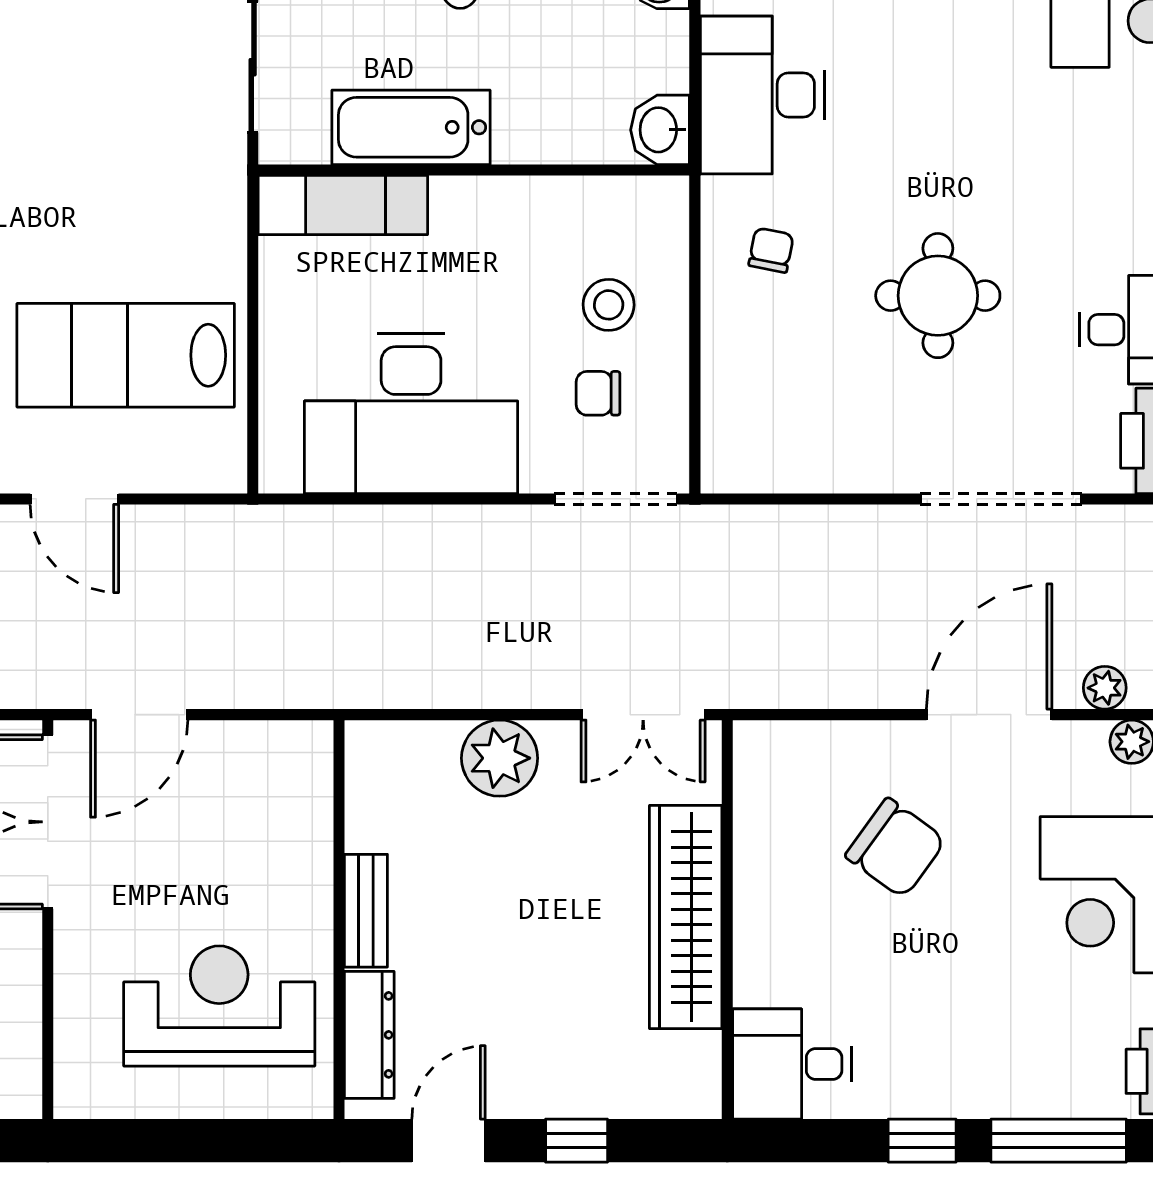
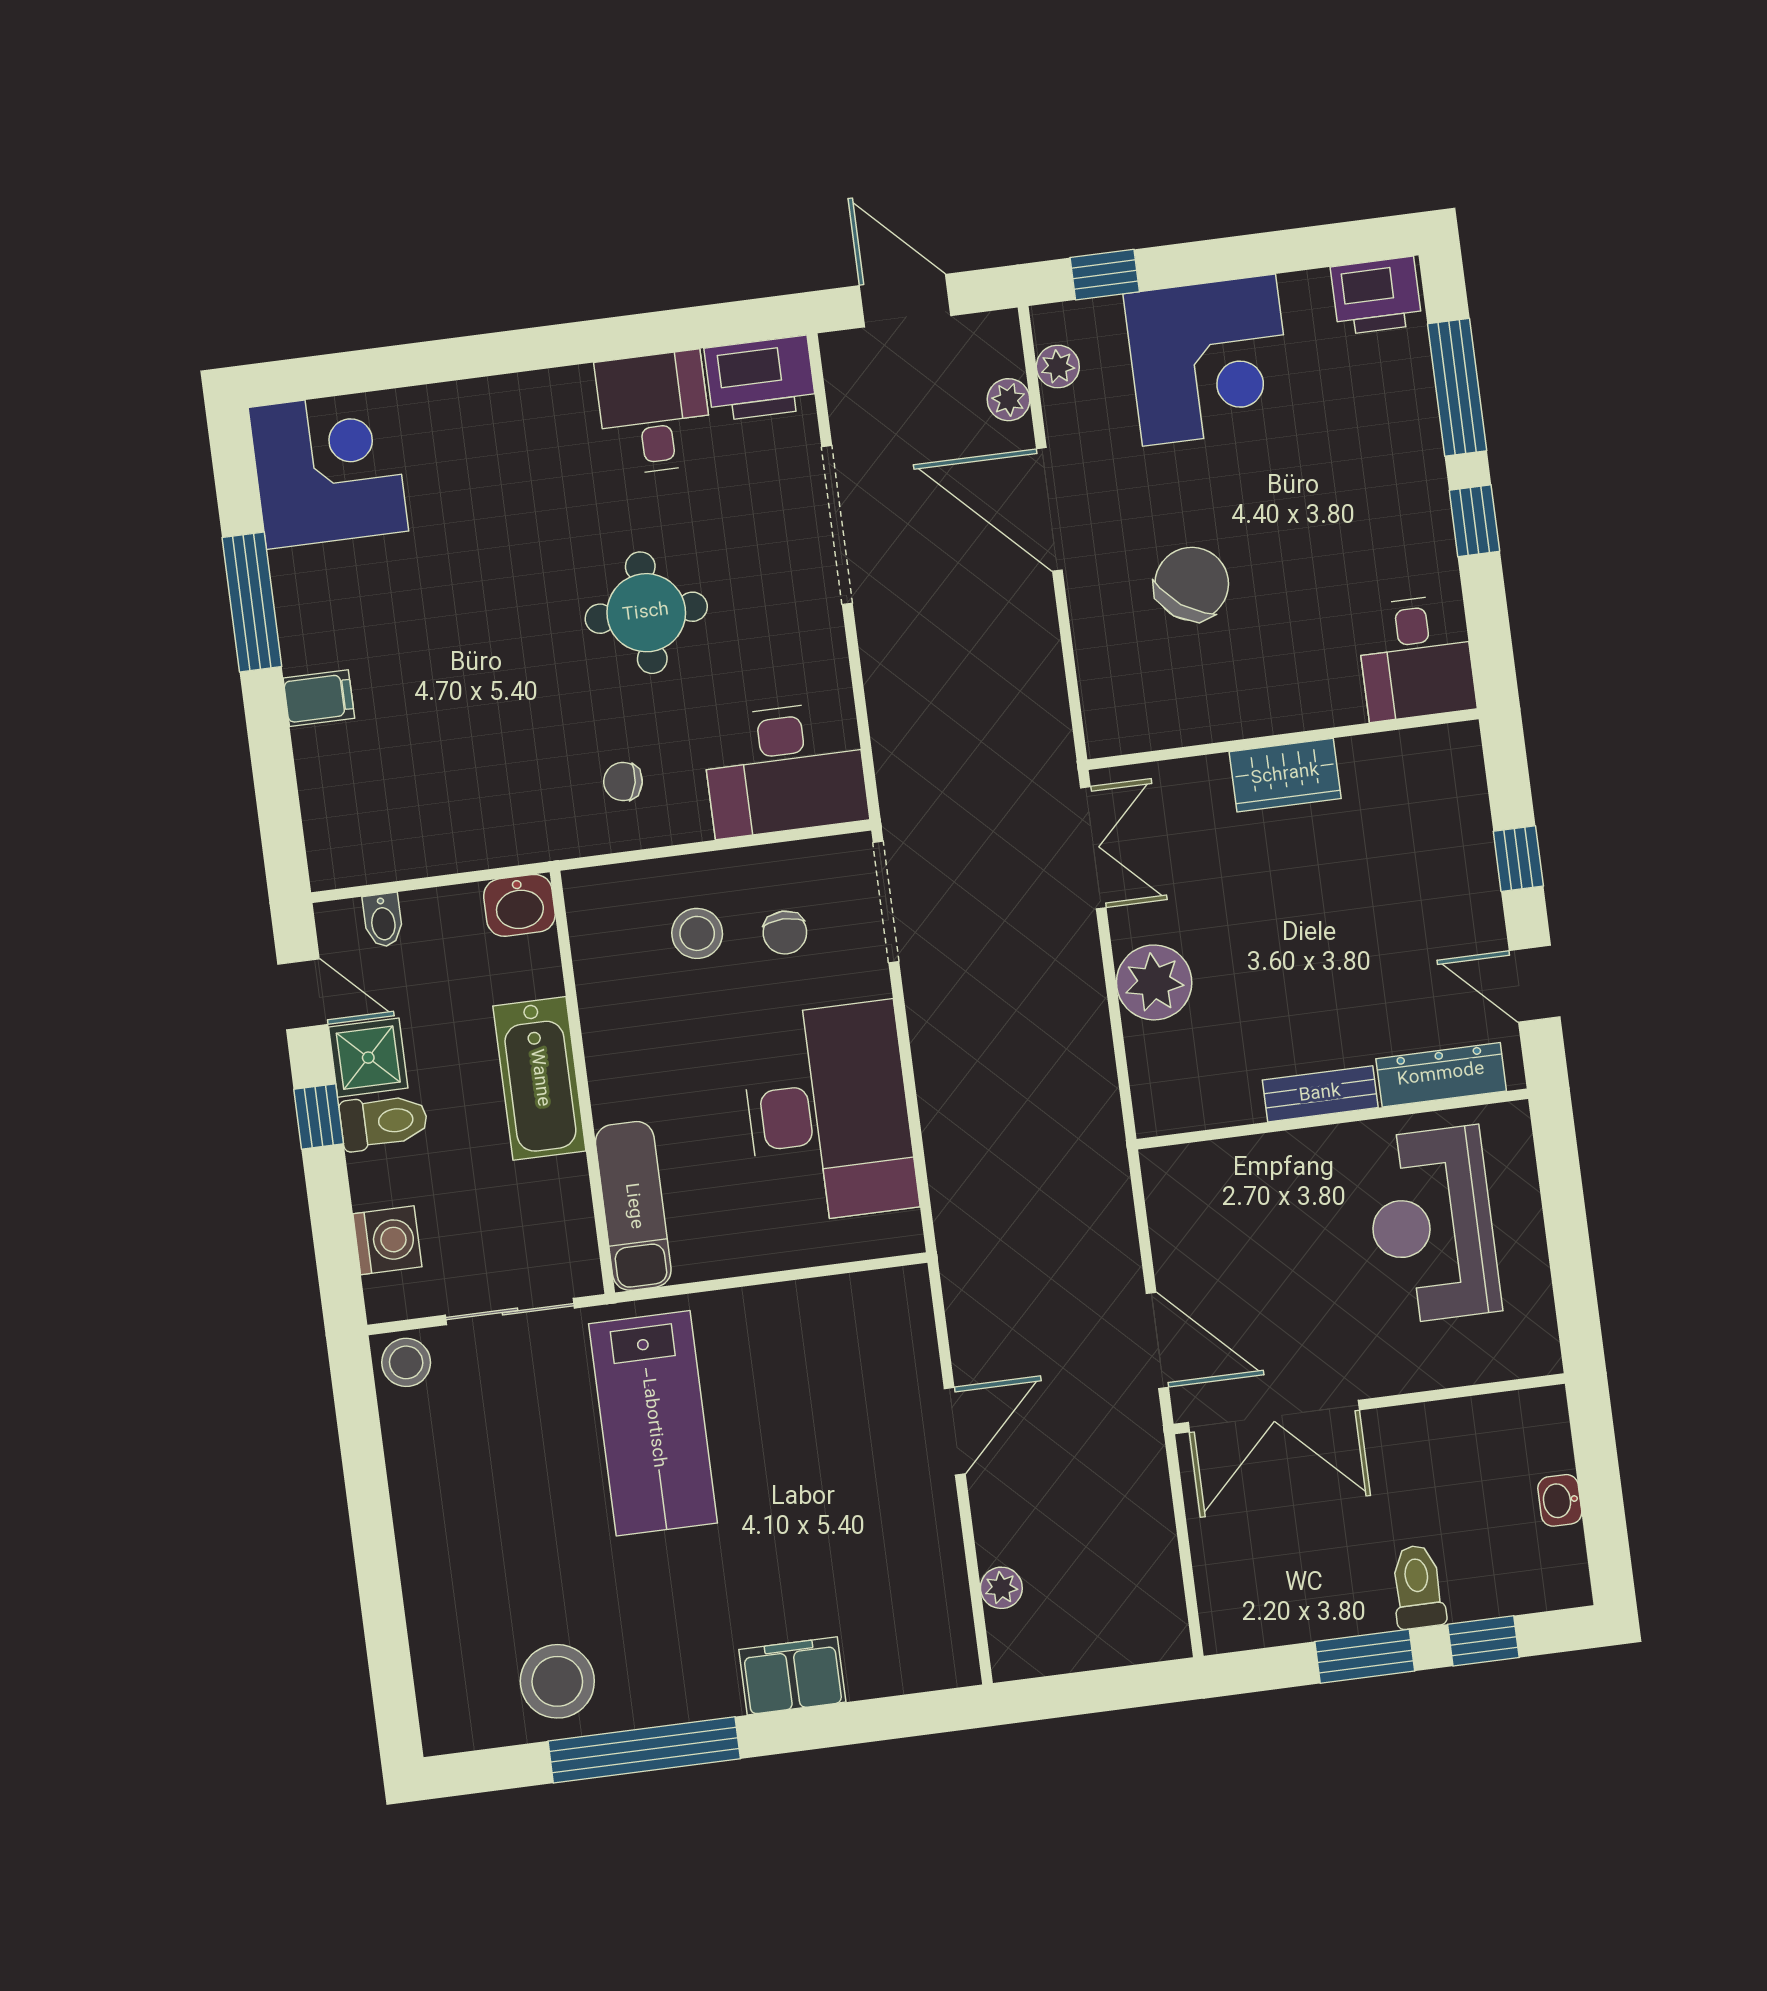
desk: (762, 95) -> (785, 769), moved
bathtub: (411, 127) -> (539, 1078), moved
lab bench: (126, 355) -> (653, 1423), moved
wardrobe: (686, 917) -> (1285, 775), width x0.48, depth x0.85

